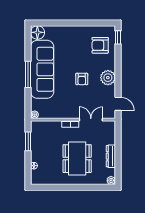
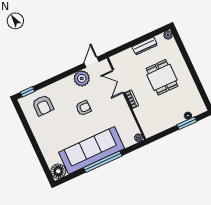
window: (28, 74) -> (103, 162), width x1.46
plant: (108, 78) -> (82, 78), moved
window: (28, 141) -> (187, 123), moved
dining table: (77, 159) -> (162, 77), width x0.73

